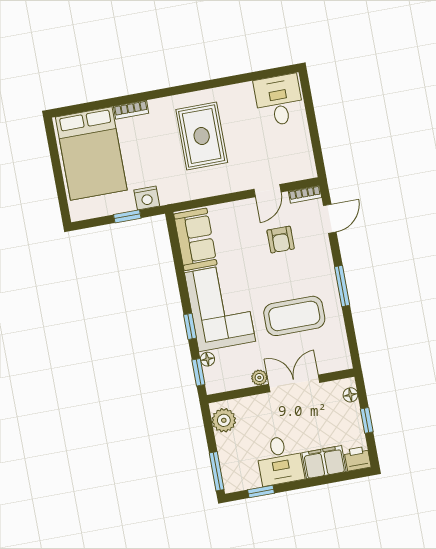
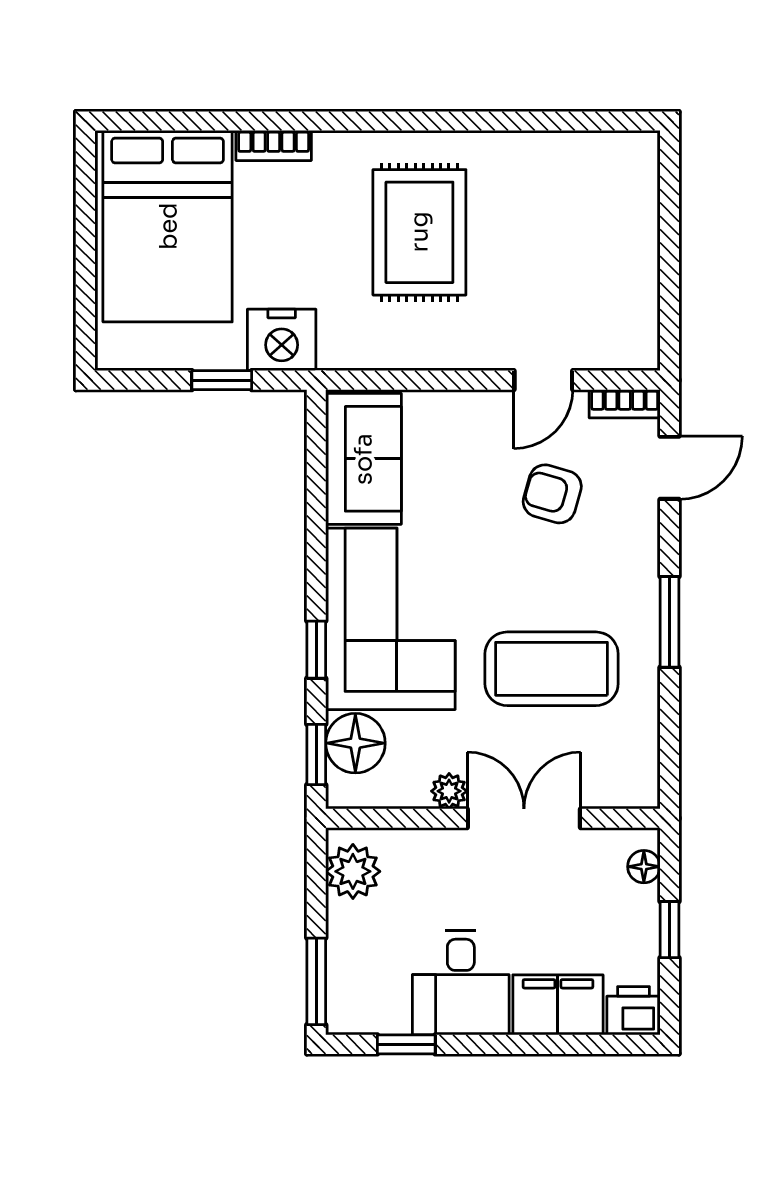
desk: (279, 100) -> (605, 184), removed
nightstand: (147, 198) -> (282, 340), width x1.36, depth x1.33
armchair: (281, 240) -> (552, 494), turned 106
floor lamp: (207, 359) -> (355, 743), width x1.89, depth x1.89

